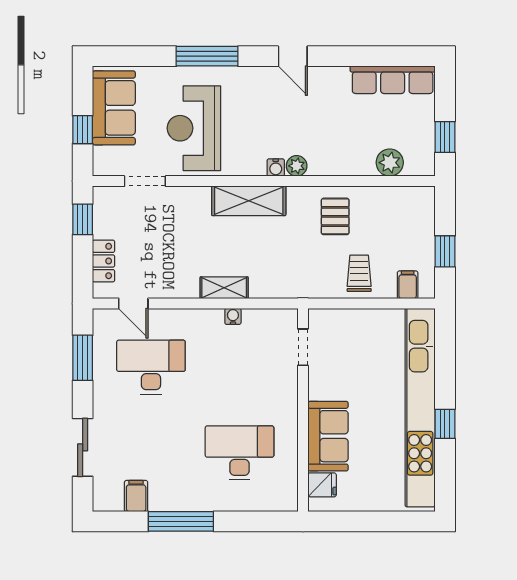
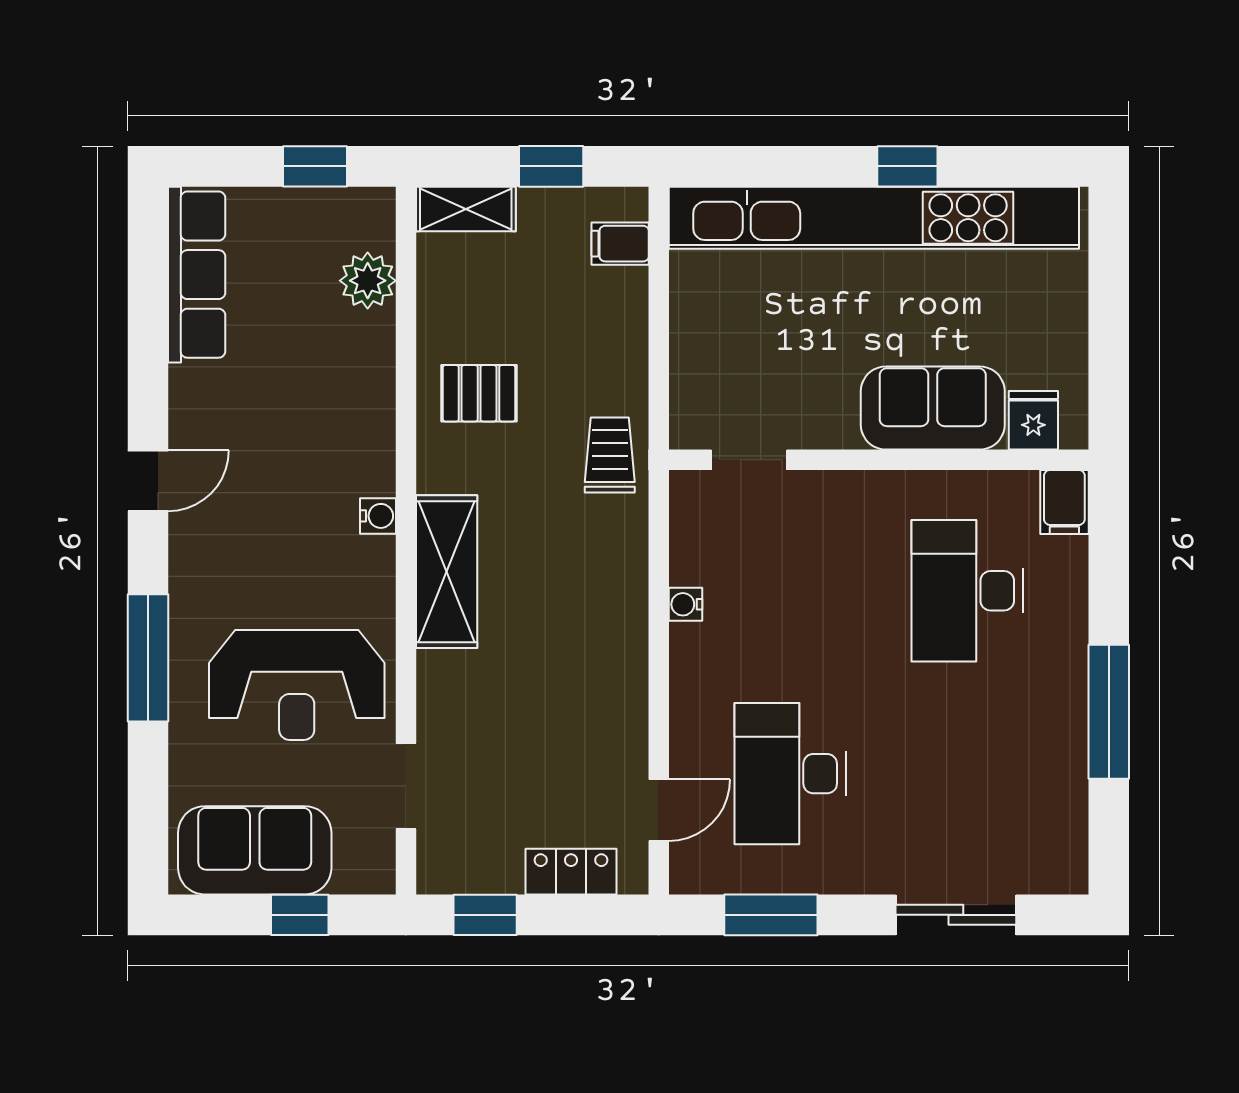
plant: (297, 166) -> (375, 473), removed
trolley: (359, 273) -> (610, 455), moved, turned 90
shelving: (224, 288) -> (466, 209), moved, turned 90
filing cabinet: (136, 496) -> (1064, 502), moved, turned -90

